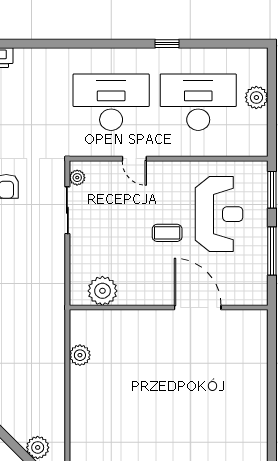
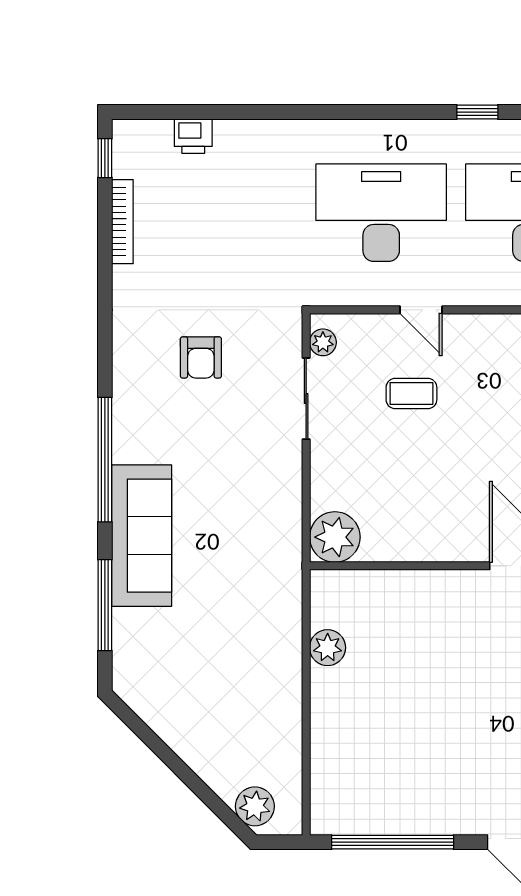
coffee table: (167, 233) -> (411, 394), moved
plant: (102, 291) -> (335, 537), moved

